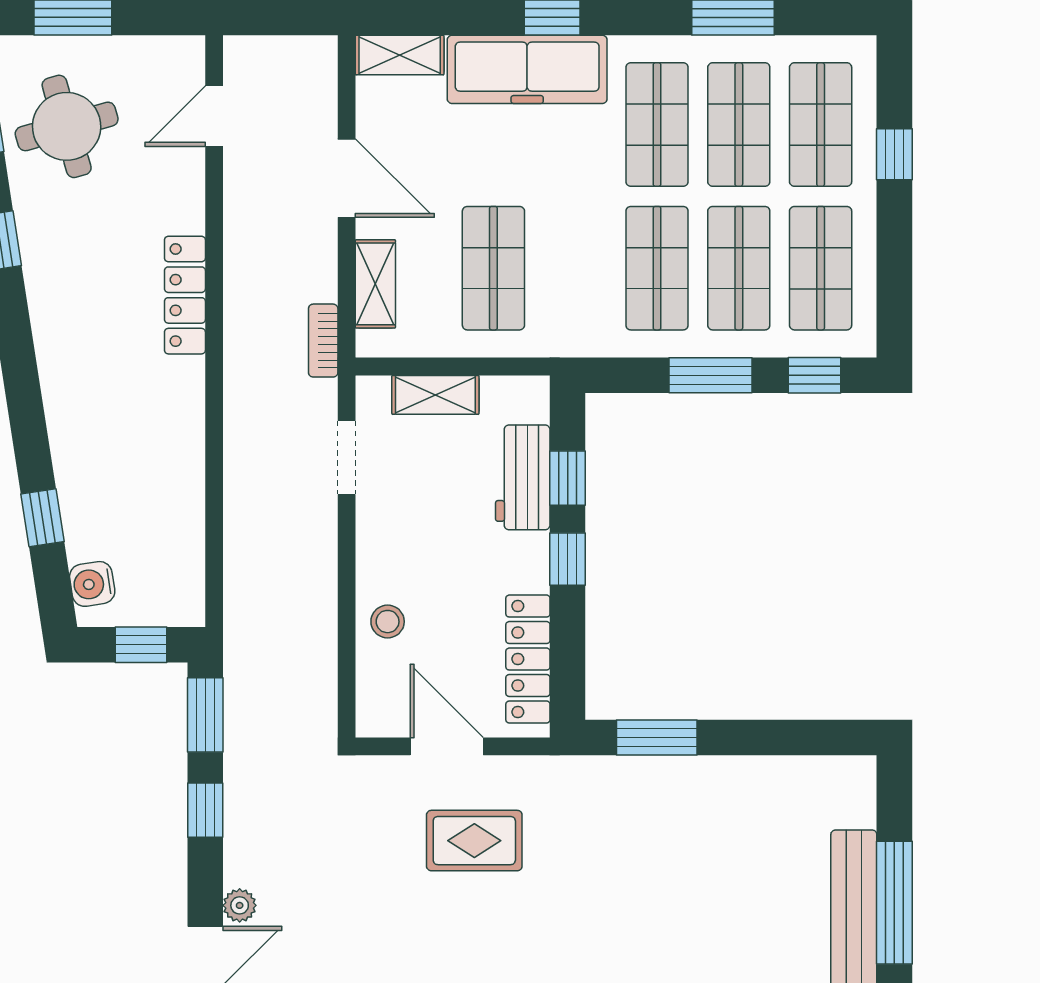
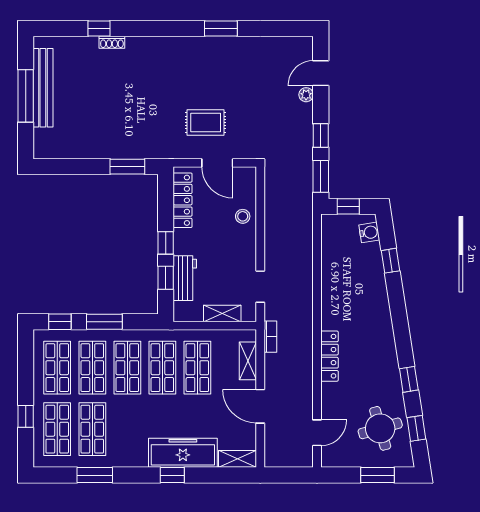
shop shelf: (657, 125) -> (162, 368), moved

